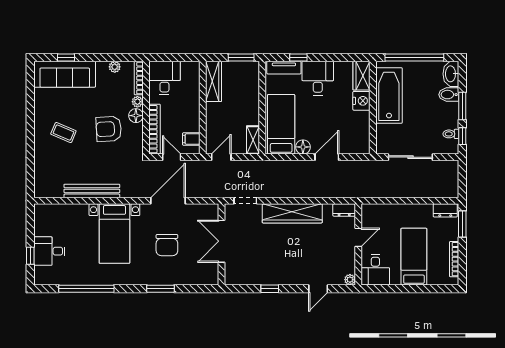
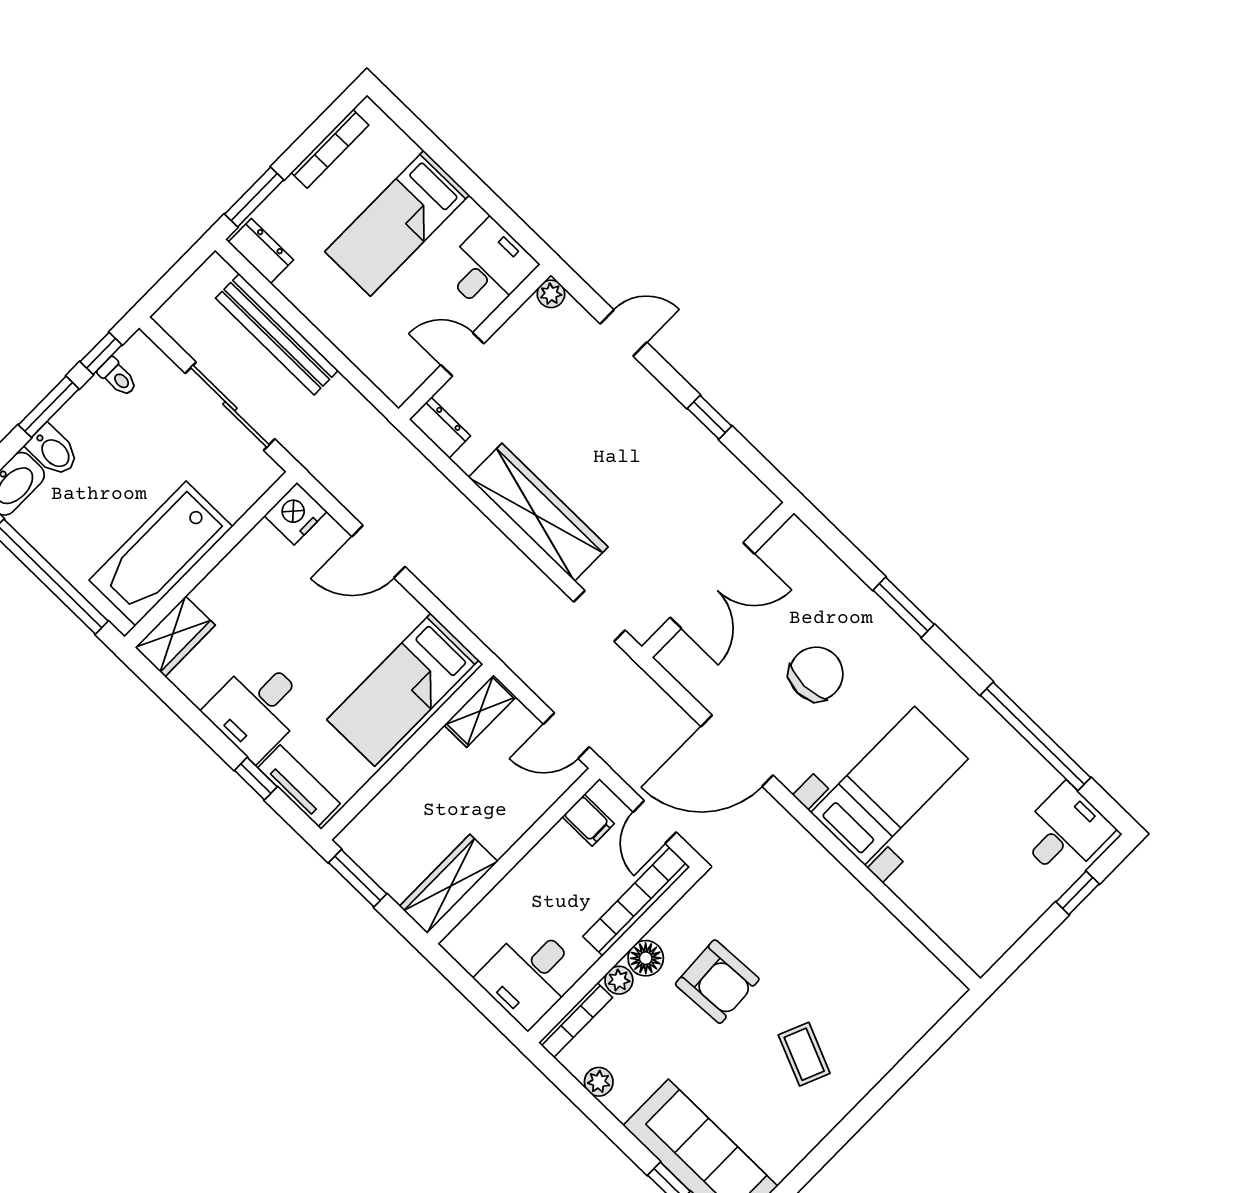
nightstand: (361, 101) -> (296, 514), moved
floor lamp: (303, 147) -> (403, 611), removed
bench: (92, 191) -> (277, 334), moved
desk: (49, 251) -> (1065, 832), moved, turned -90

